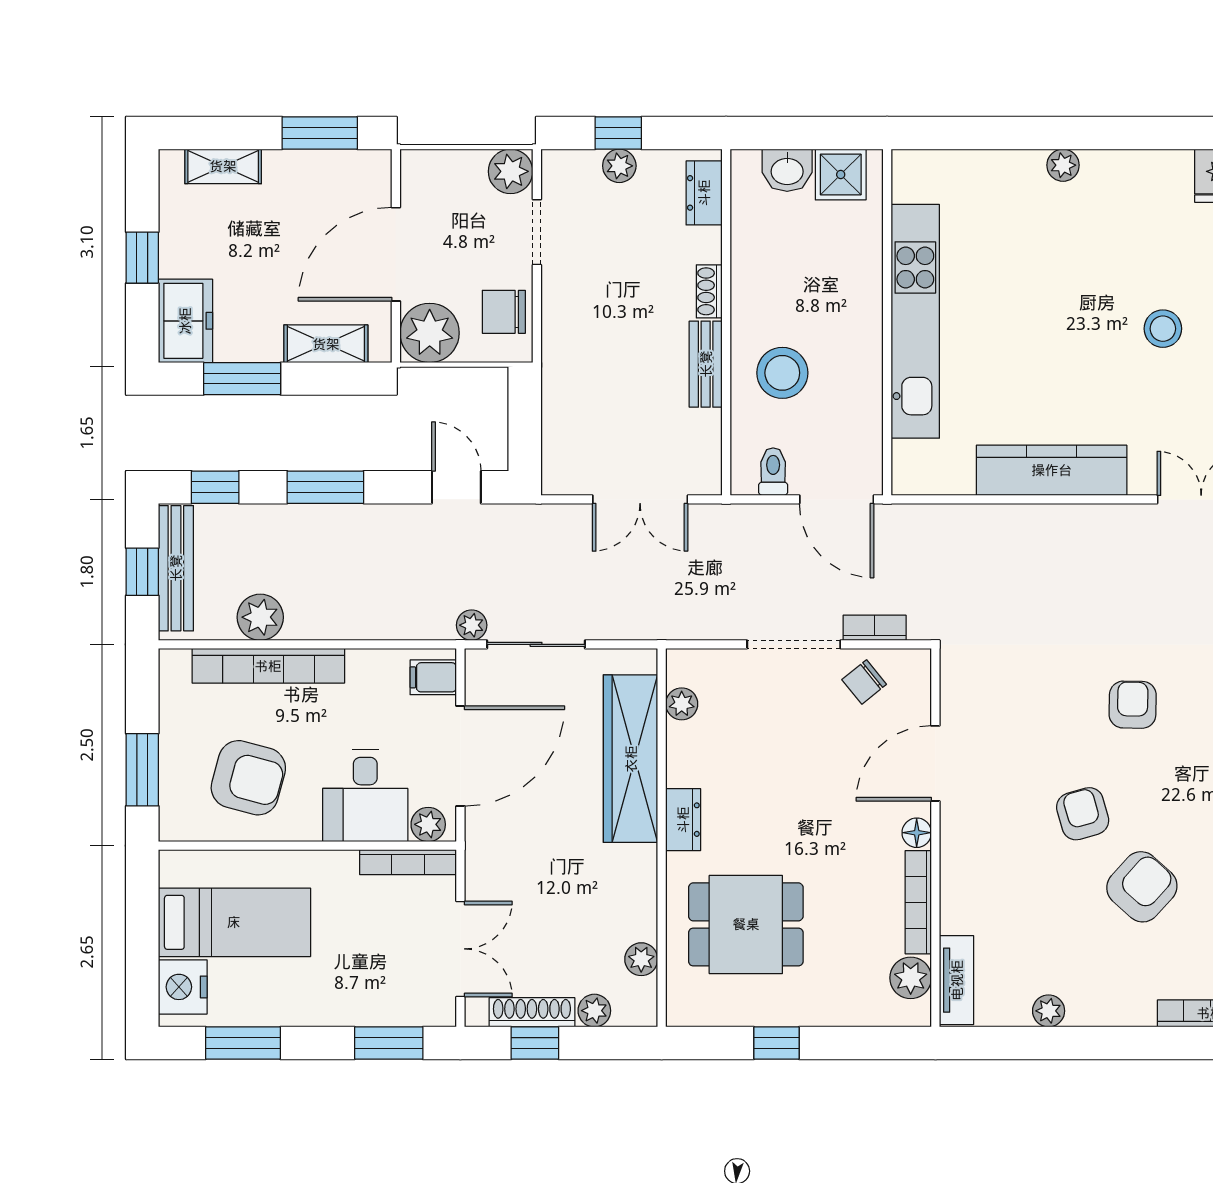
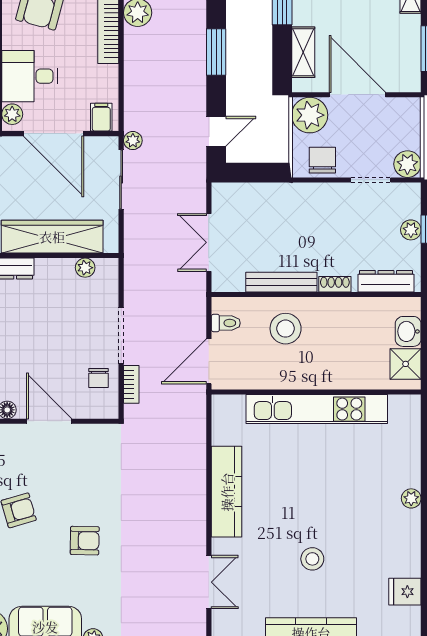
dresser: (704, 193) -> (386, 281), width x1.44
bench: (706, 364) -> (281, 282), width x1.36
chair: (864, 682) -> (98, 378), turned -141

